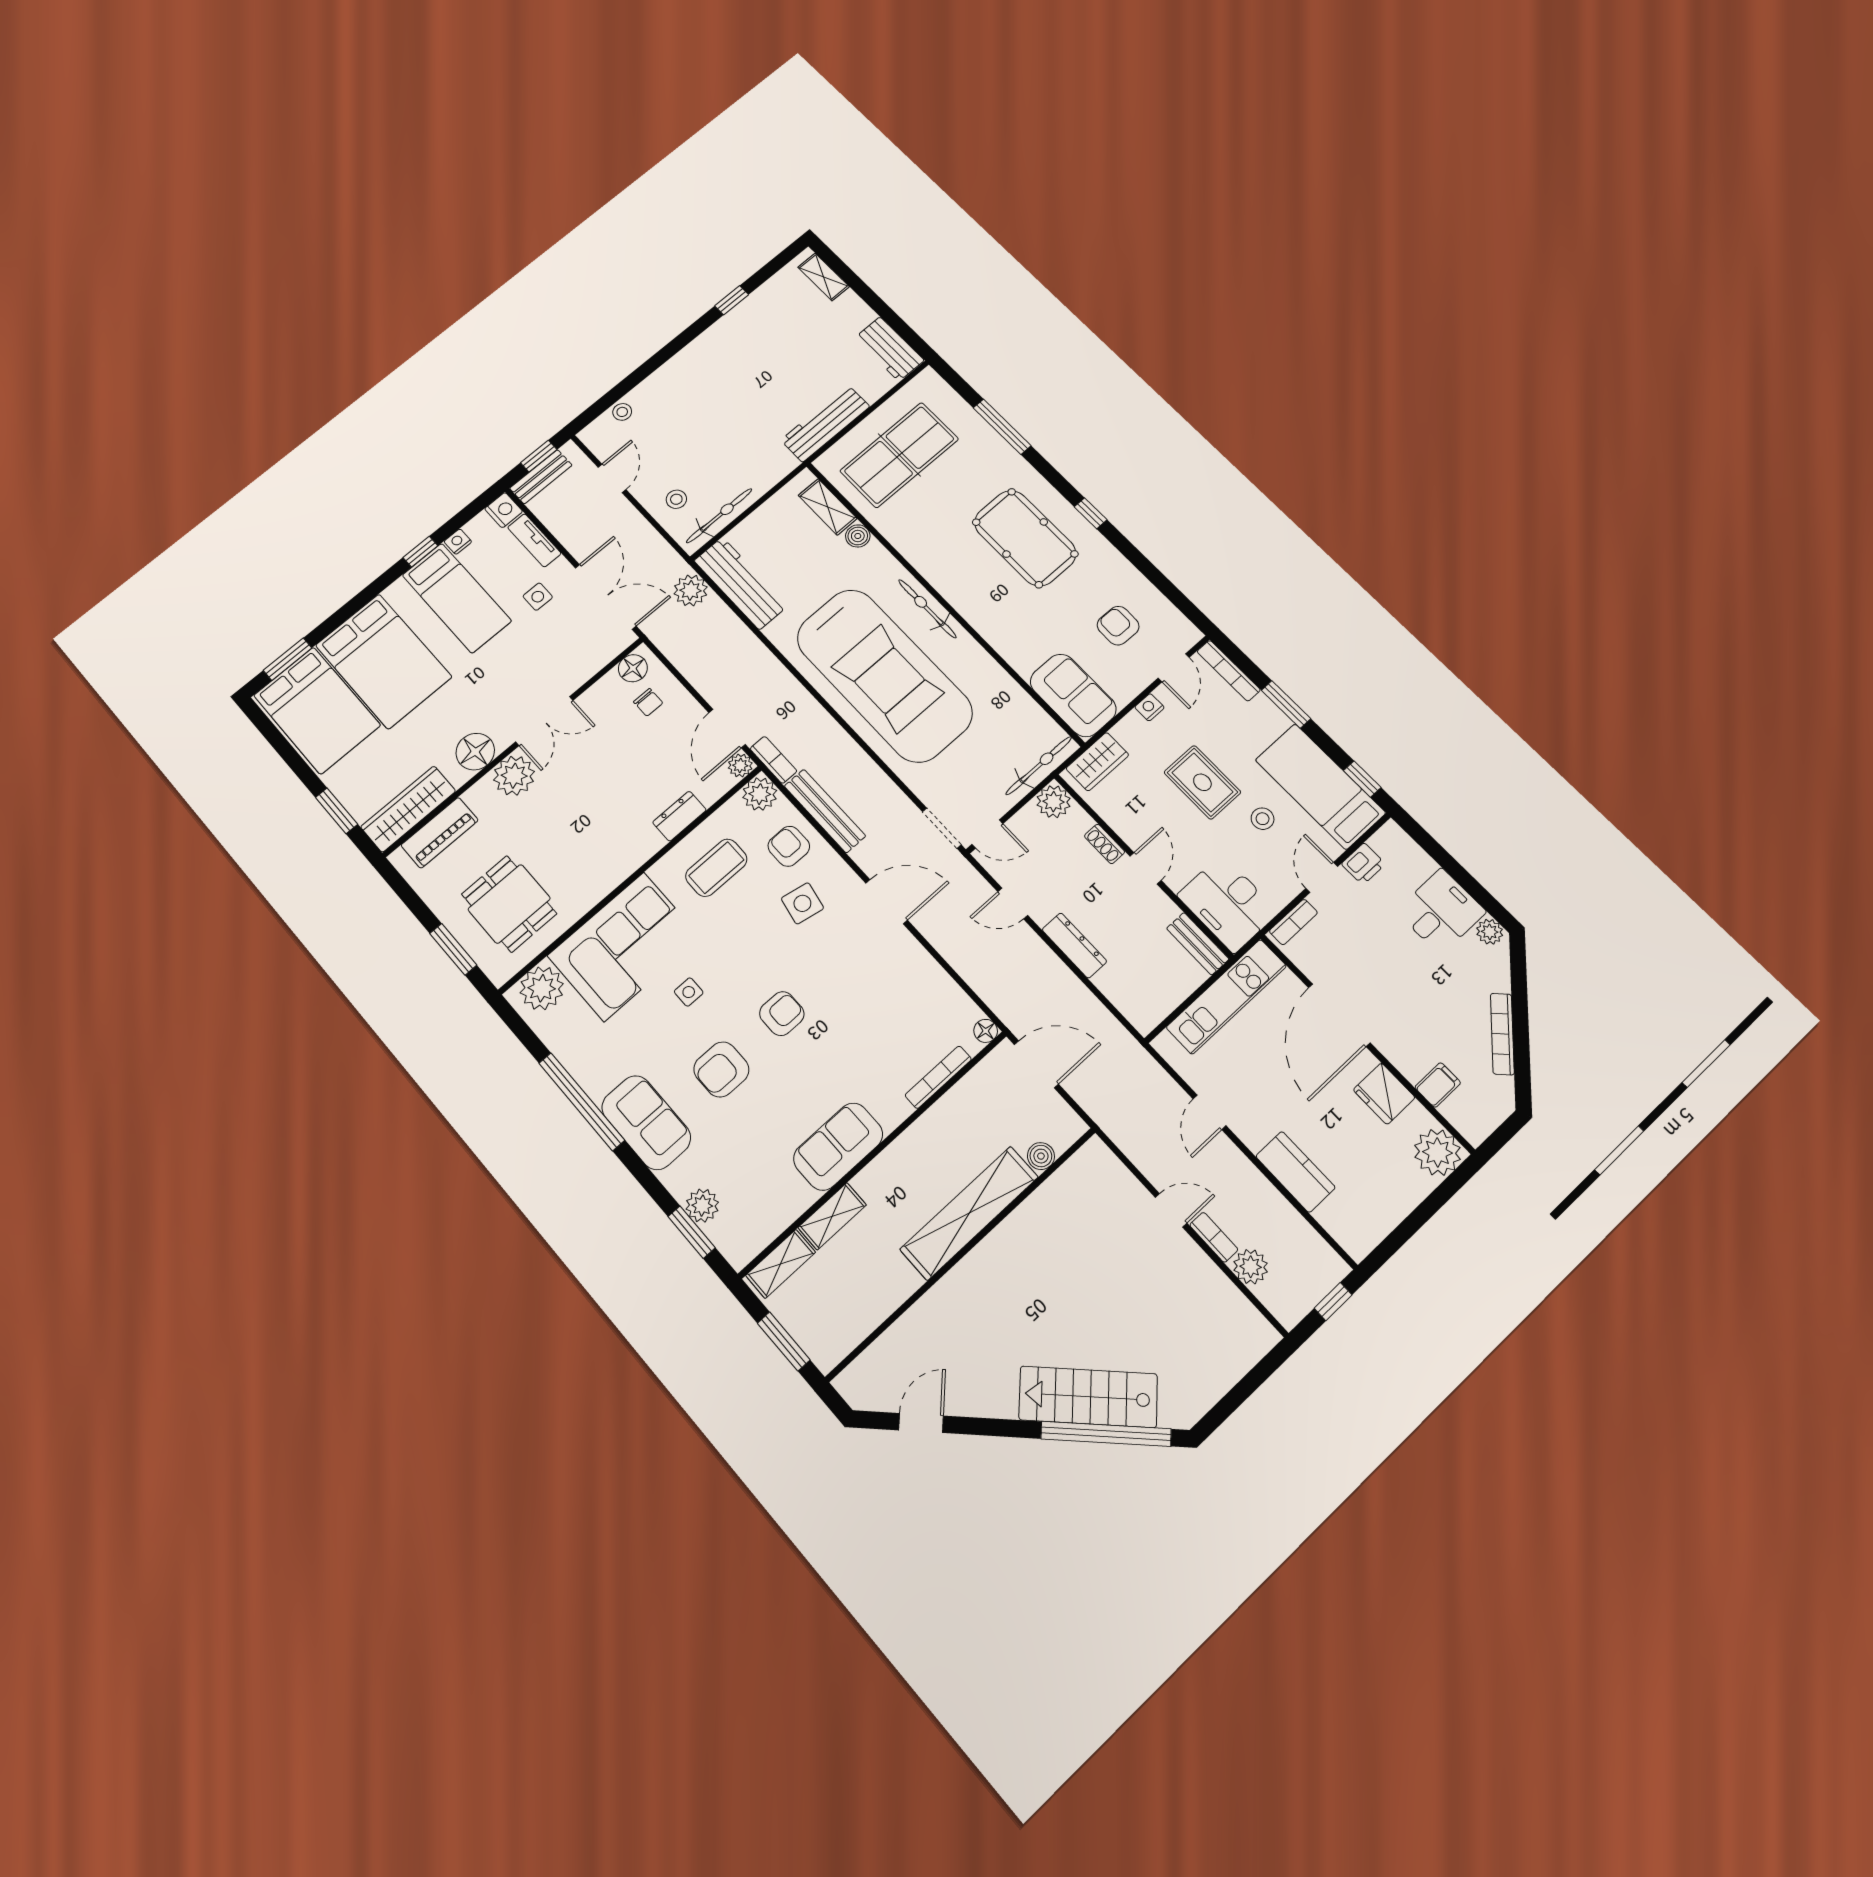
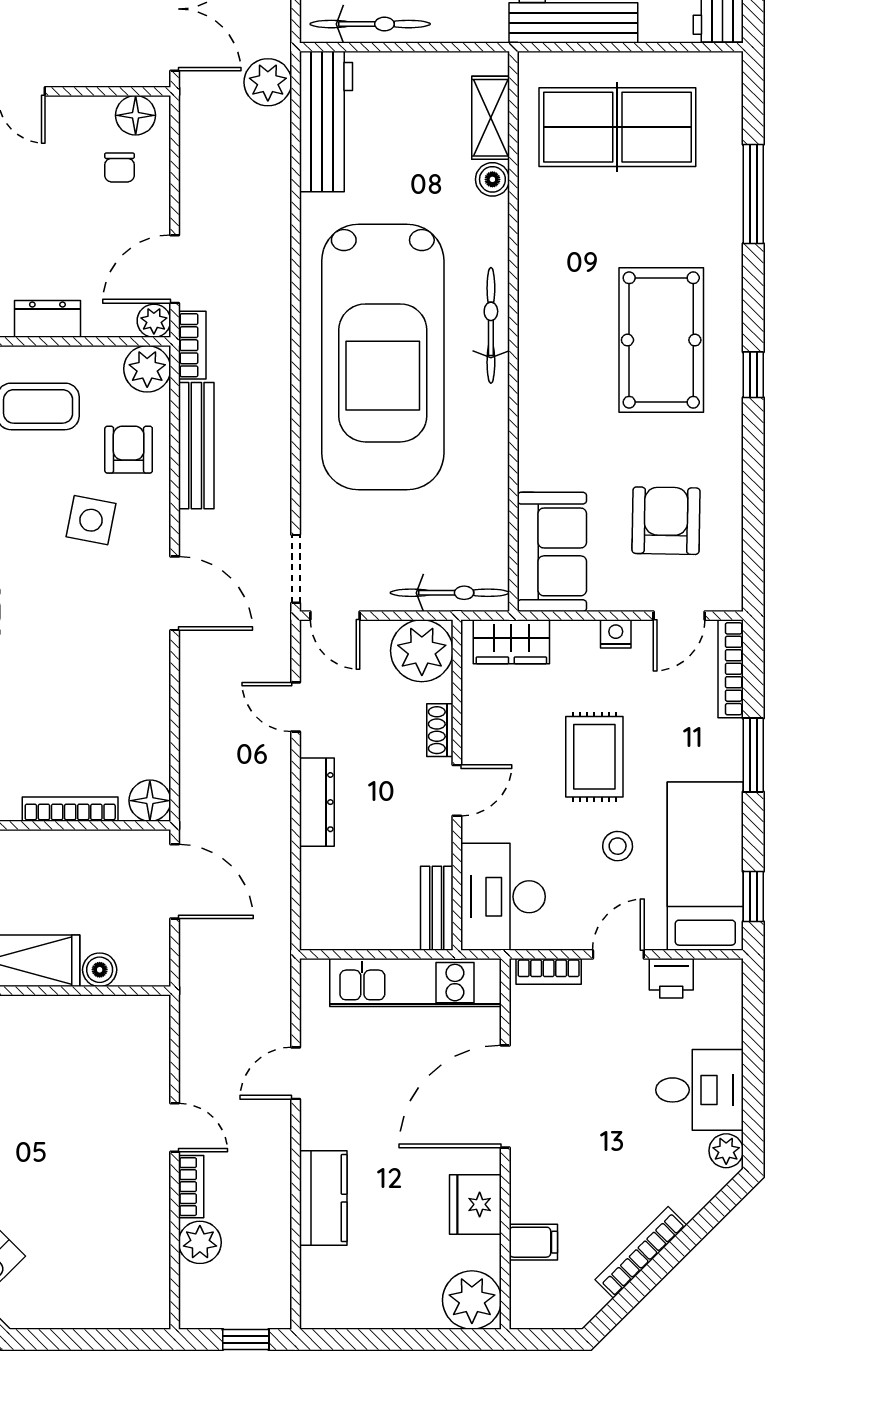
armchair: (1118, 626) -> (666, 521), width x1.38, depth x1.38
plant: (1054, 802) -> (422, 651), width x1.36, depth x1.36
floor lamp: (986, 1031) -> (150, 801), width x1.37, depth x1.37

